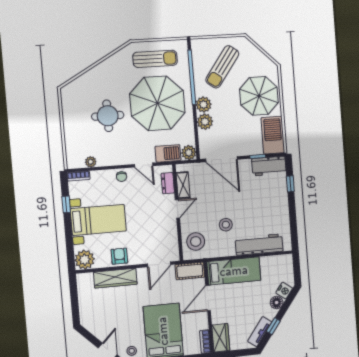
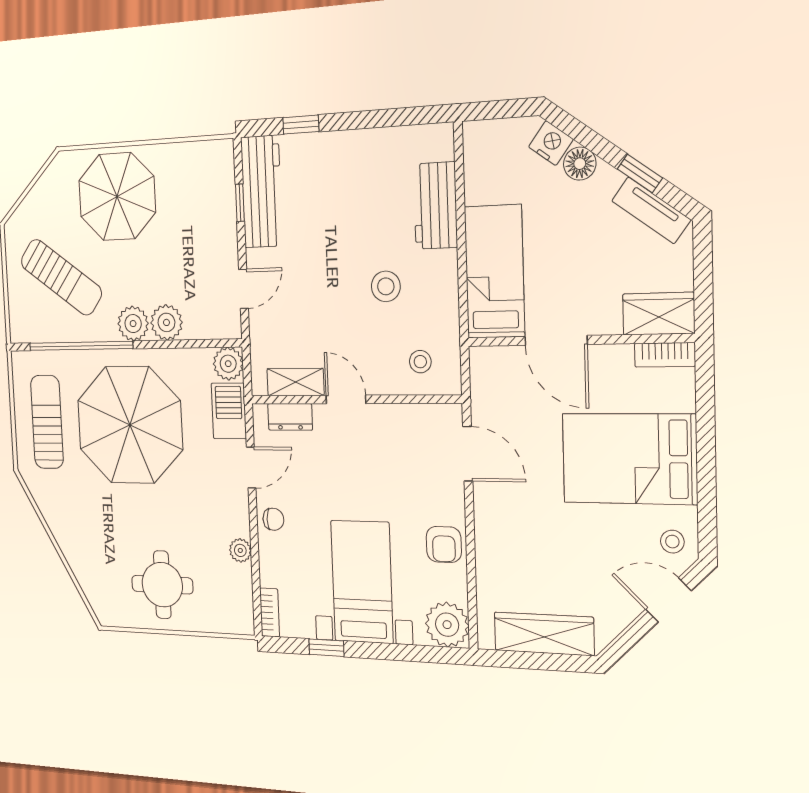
round table: (108, 116) -> (162, 585), moved
barbecue: (273, 135) -> (196, 166), removed
door: (222, 159) -> (244, 289), width x0.53
plant: (91, 162) -> (240, 550), moved
workbench: (269, 166) -> (262, 192), width x1.38
stool: (196, 241) -> (420, 362), width x0.53, depth x0.53
workbench: (259, 245) -> (435, 206), width x0.73
armchair: (119, 256) -> (444, 544), turned -90
cot: (190, 271) -> (488, 381), removed
wardrobe: (115, 278) -> (544, 634), moved, turned -90

